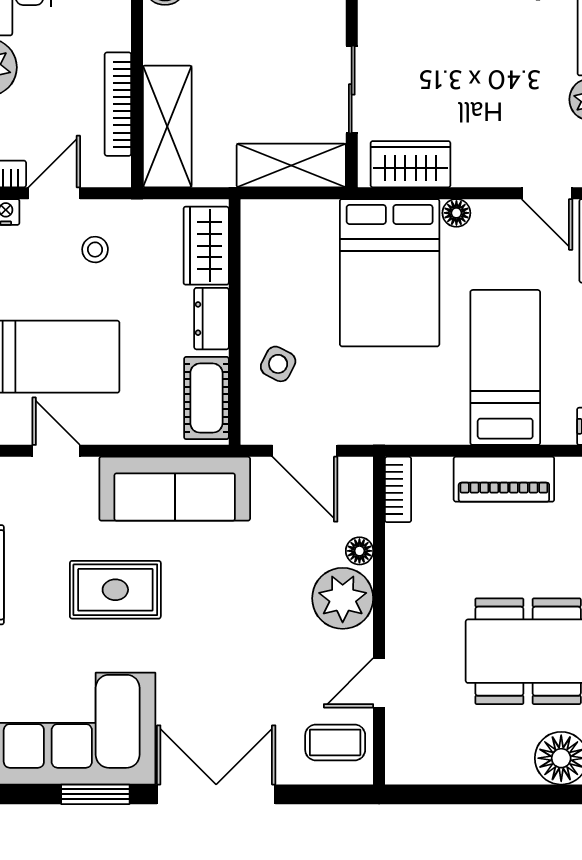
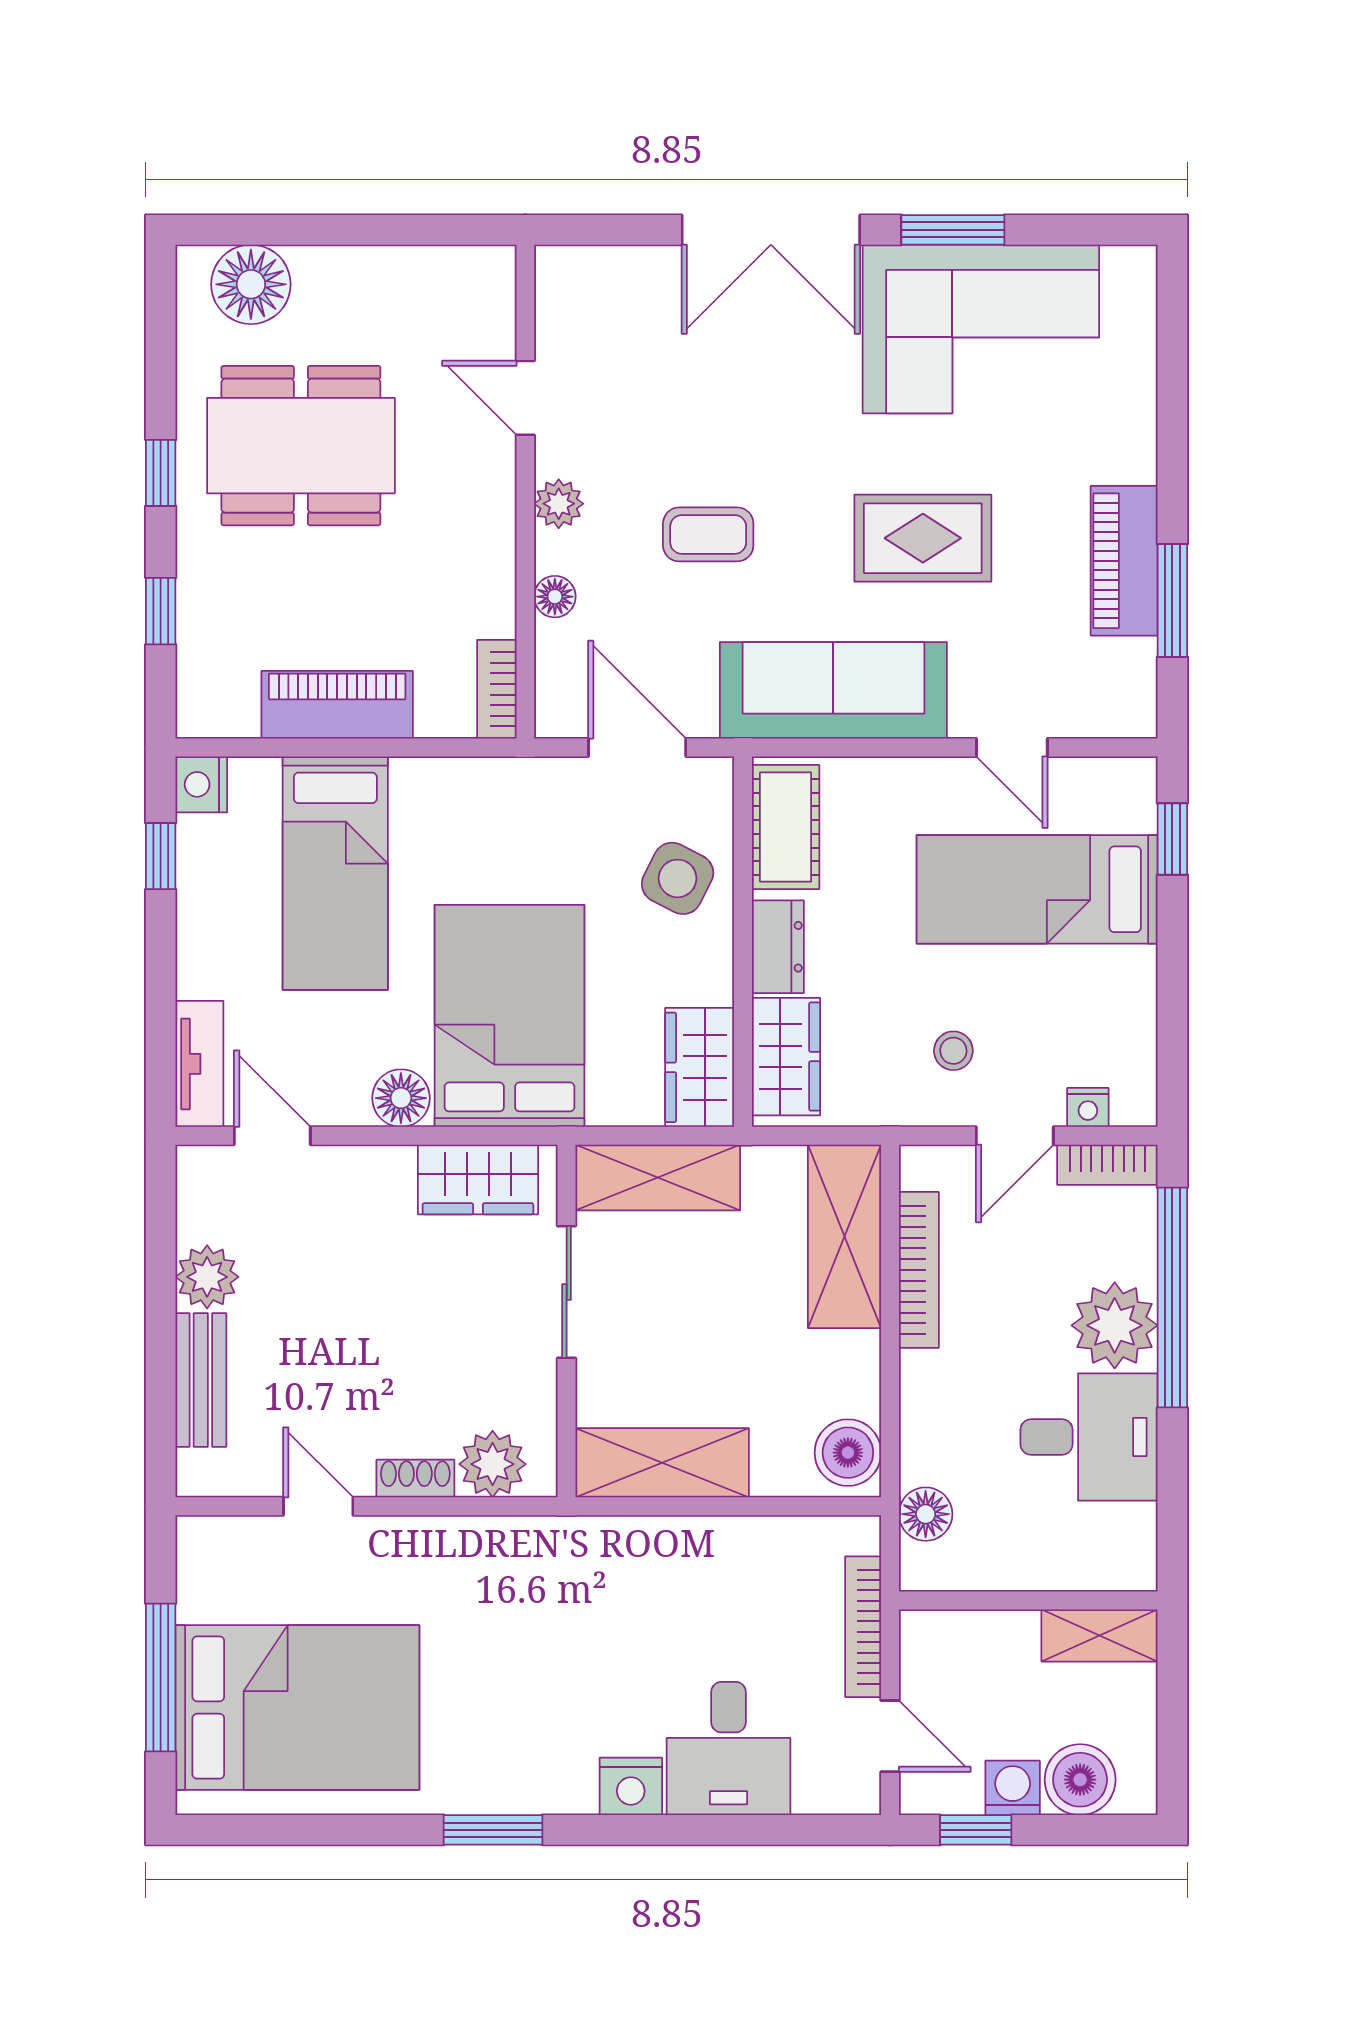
floor lamp: (456, 213) -> (401, 1098), width x1.37, depth x1.37
wardrobe: (263, 239) -> (700, 1067), added
side table: (278, 364) -> (678, 878), width x1.37, depth x1.37
plant: (343, 598) -> (559, 504), width x0.53, depth x0.53
door: (379, 683) -> (525, 398), swing flipped
coffee table: (335, 742) -> (708, 534), moved

